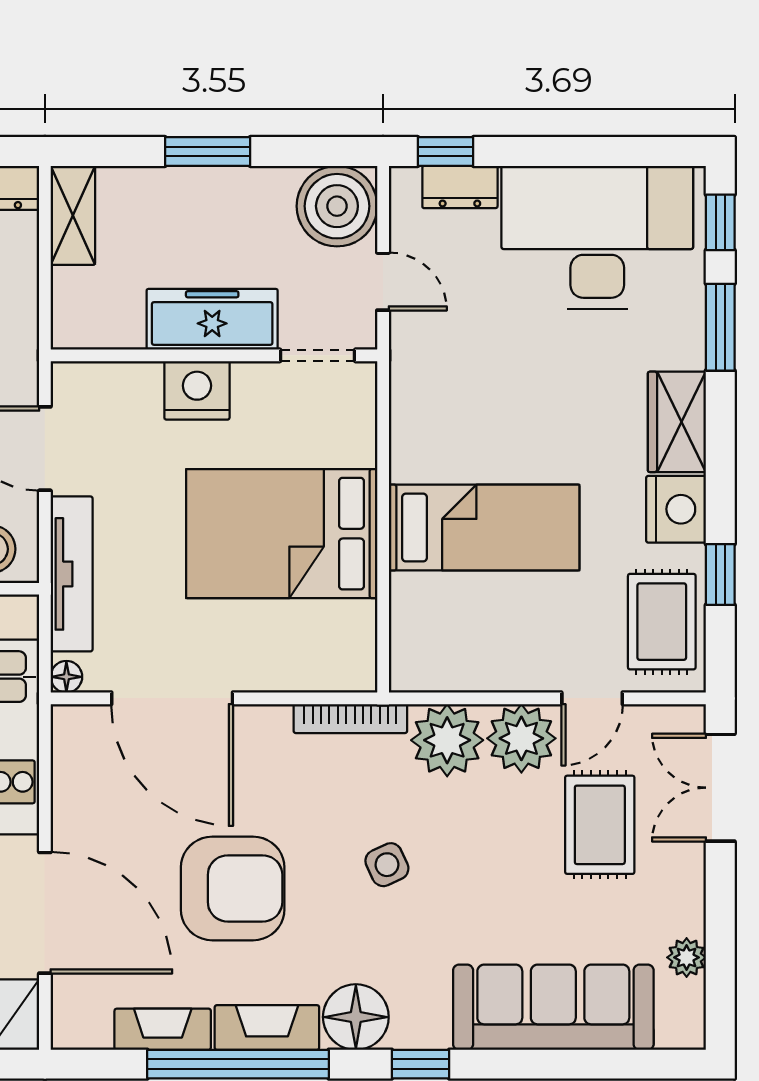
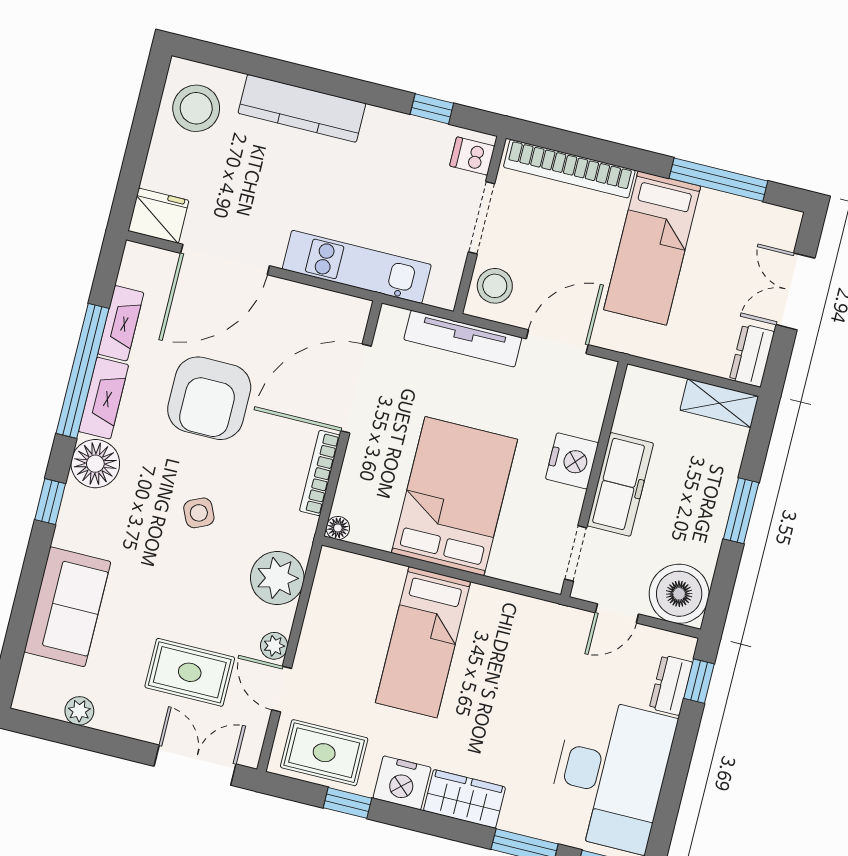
floor lamp: (66, 677) -> (338, 528), moved
bookcase: (350, 719) -> (320, 473), moved
plant: (521, 738) -> (274, 646), width x0.53, depth x0.53
sofa: (553, 1007) -> (67, 607), width x0.73

